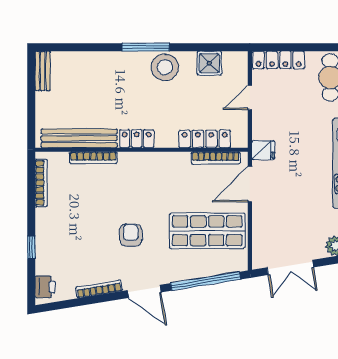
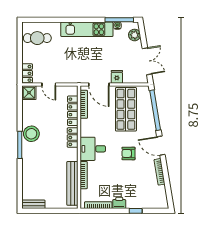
locker: (279, 60) -> (27, 73), width x0.66
shower: (209, 63) -> (29, 93), moved
locker: (137, 139) -> (73, 138), moved
fridge: (263, 150) -> (117, 77), moved
desk: (139, 174) -> (93, 149), added
printer: (45, 287) -> (119, 203), moved
door: (144, 291) -> (161, 146), swing flipped

